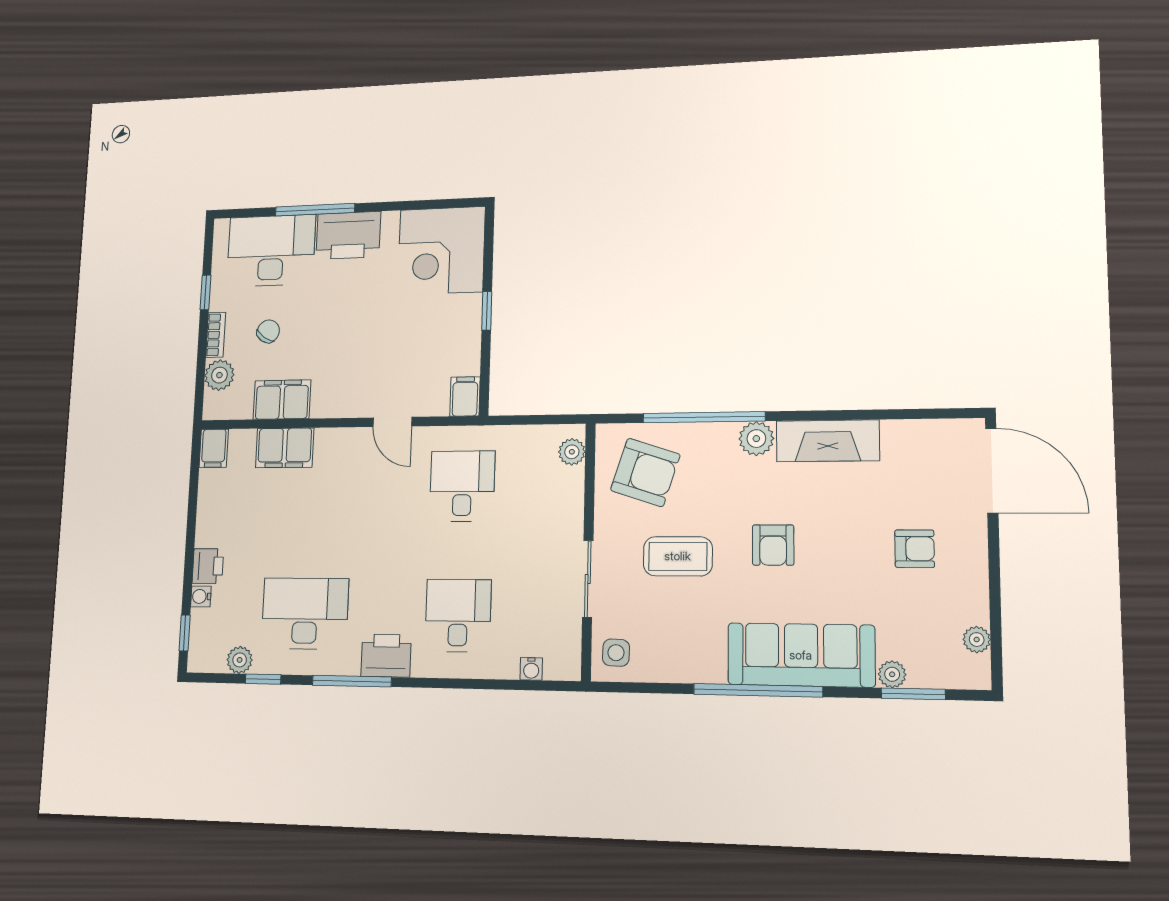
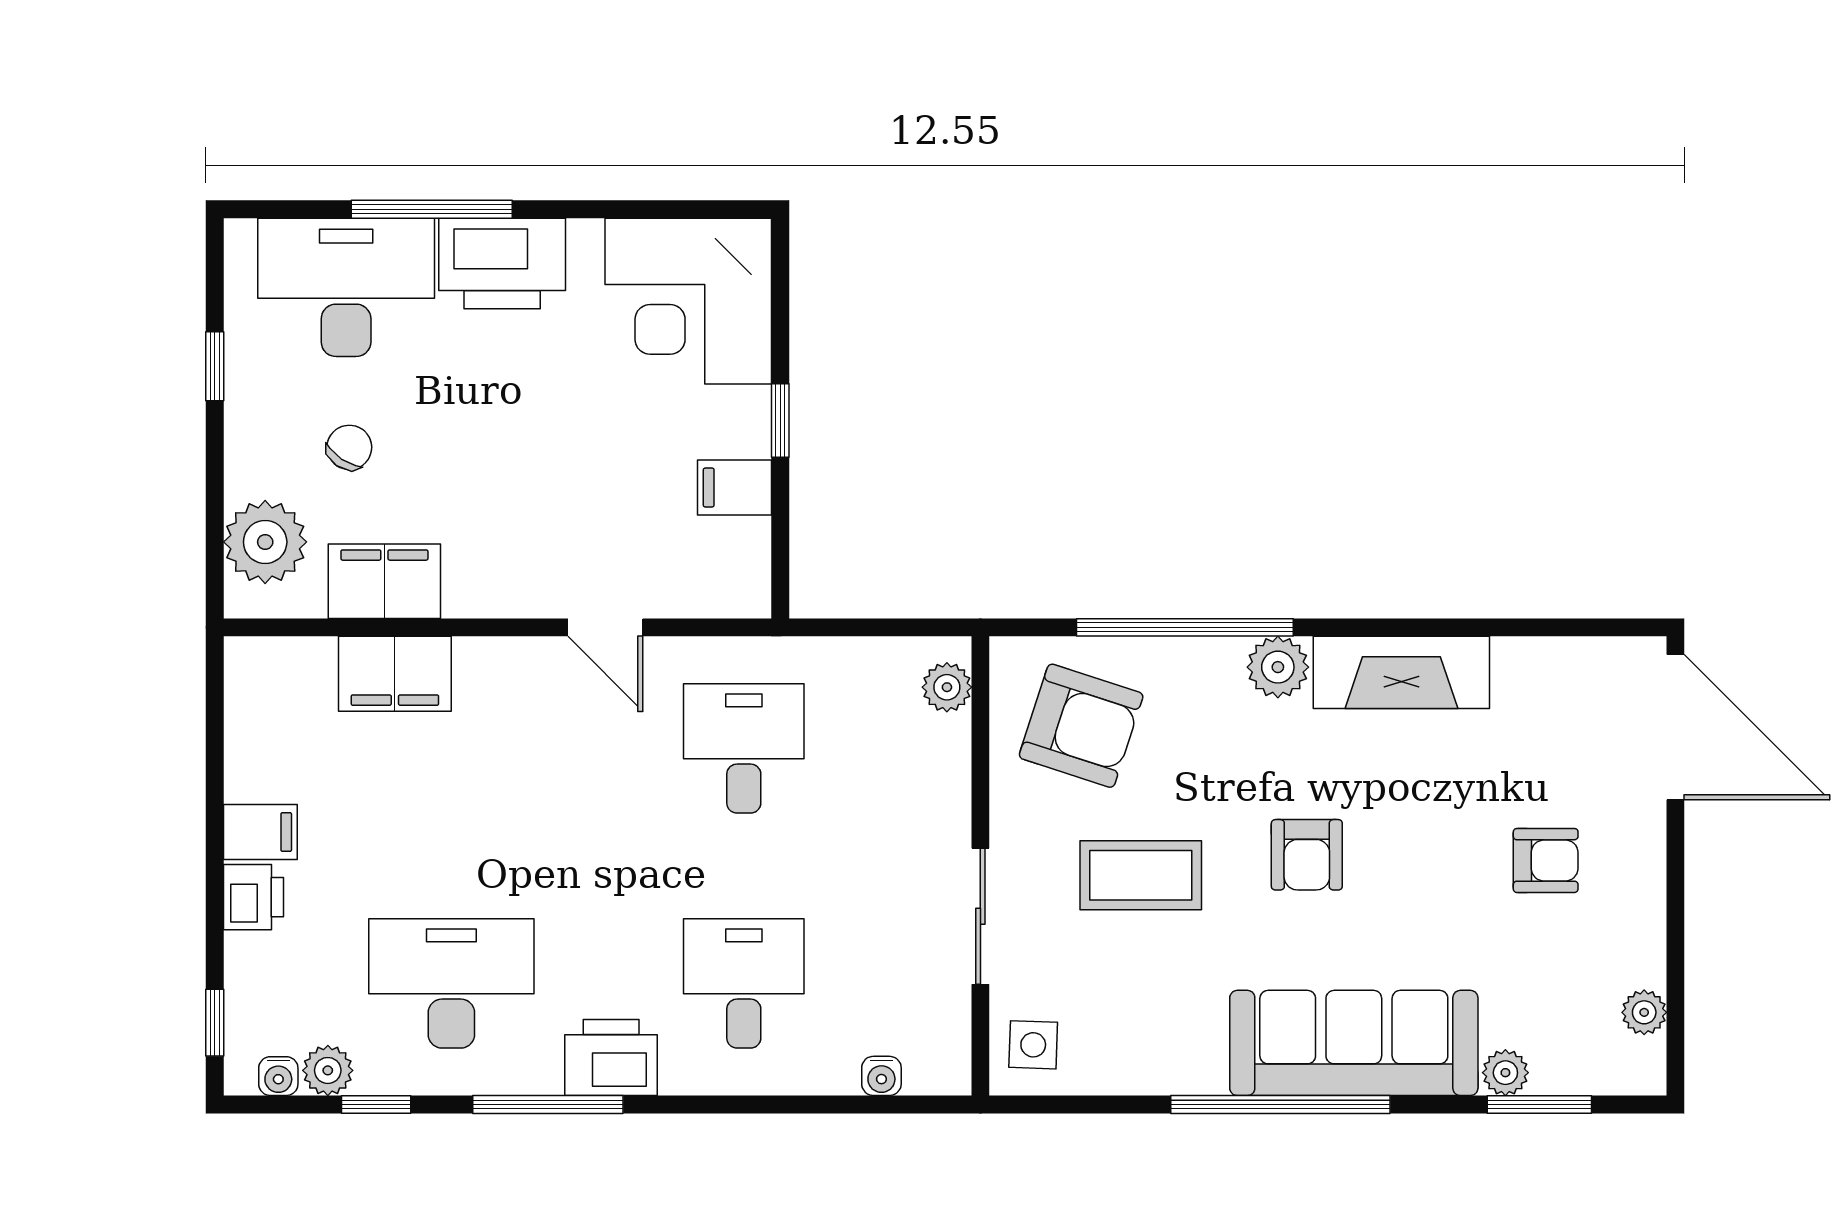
bookcase: (216, 335) -> (241, 451), removed
plant: (219, 375) -> (265, 542), width x1.36, depth x1.36
filing cabinet: (465, 396) -> (734, 487), moved, turned -90
filing cabinet: (214, 448) -> (260, 832), moved, turned -90
water cooler: (201, 596) -> (278, 1076), moved, turned -90

